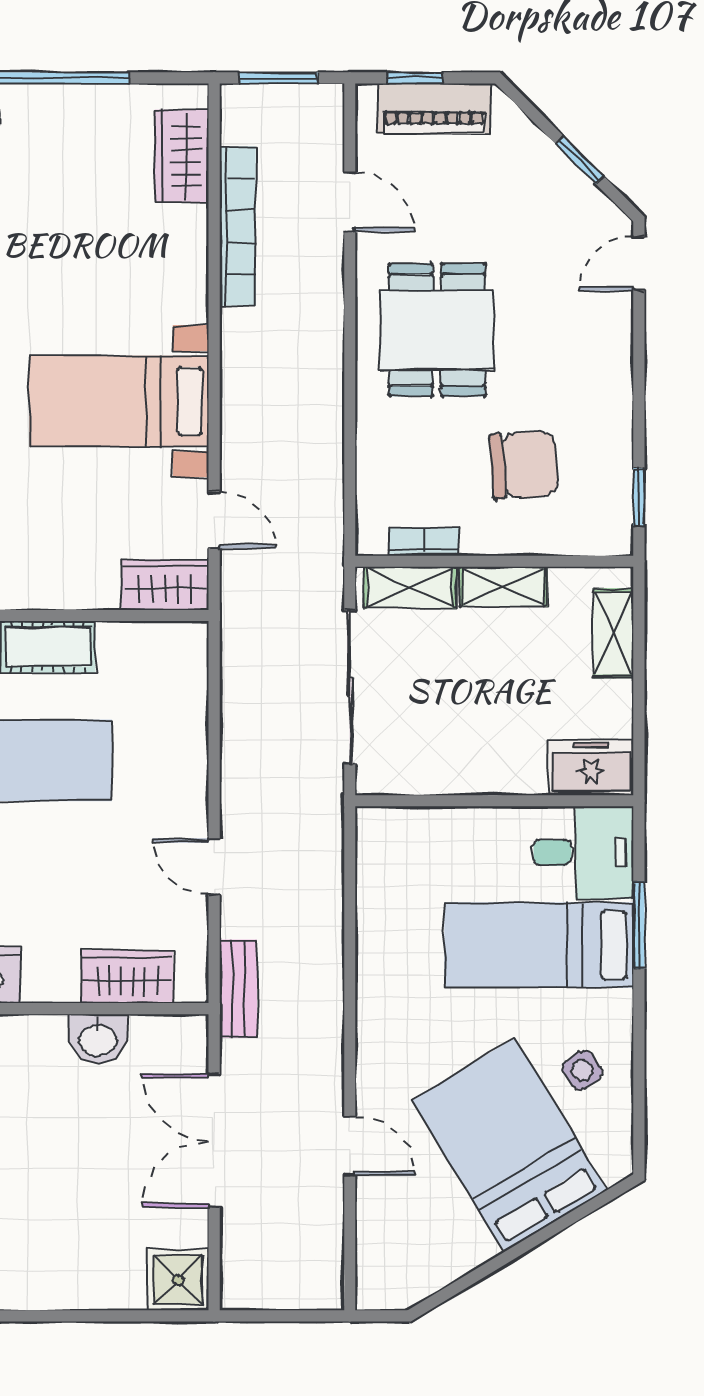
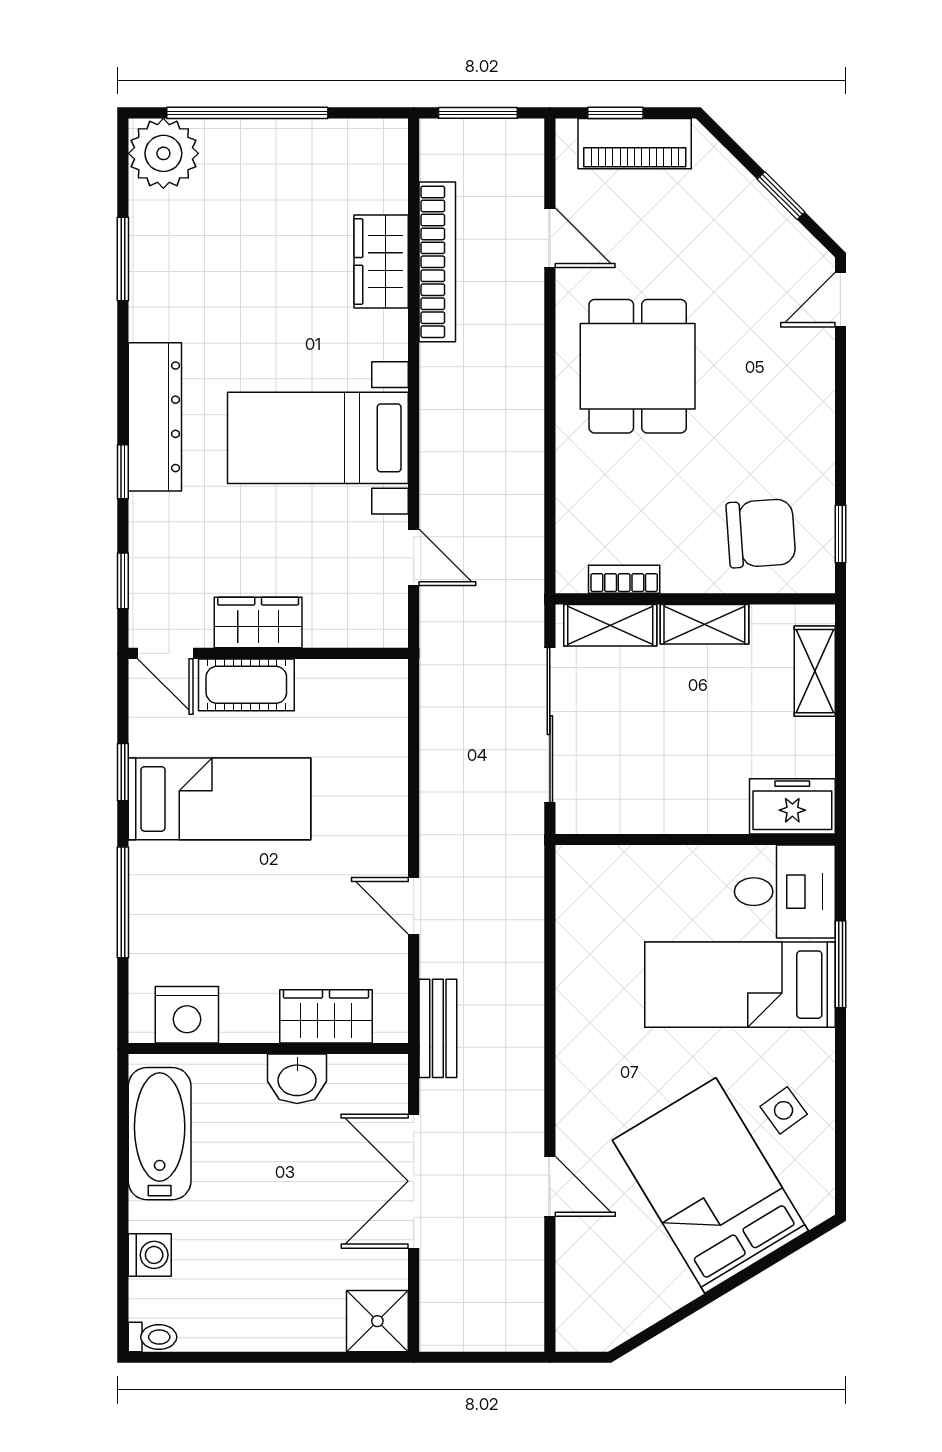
wardrobe: (182, 156) -> (381, 261), moved
chair: (524, 465) -> (761, 533), moved
wardrobe: (165, 585) -> (258, 622), moved

